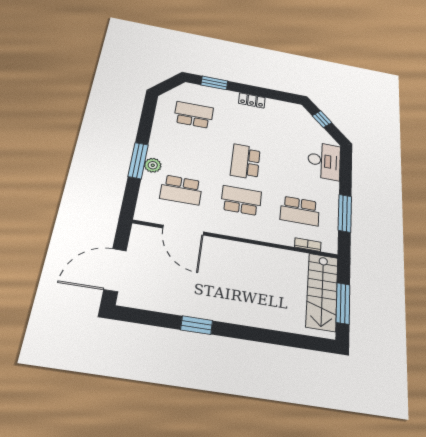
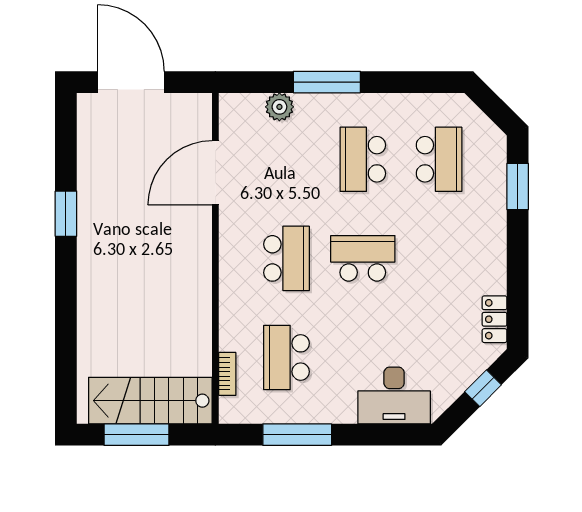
locker: (252, 100) -> (495, 319), moved
plant: (153, 165) -> (279, 107), moved
school desk: (181, 190) -> (363, 159), moved

